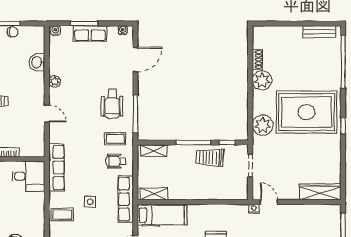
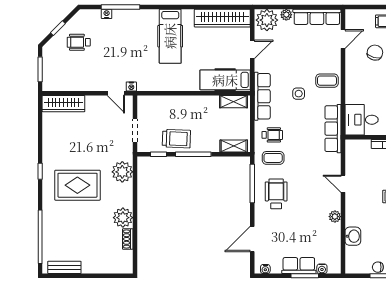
water cooler: (55, 30) -> (322, 269), moved
rug: (306, 112) -> (77, 185), width x0.73, depth x0.69

